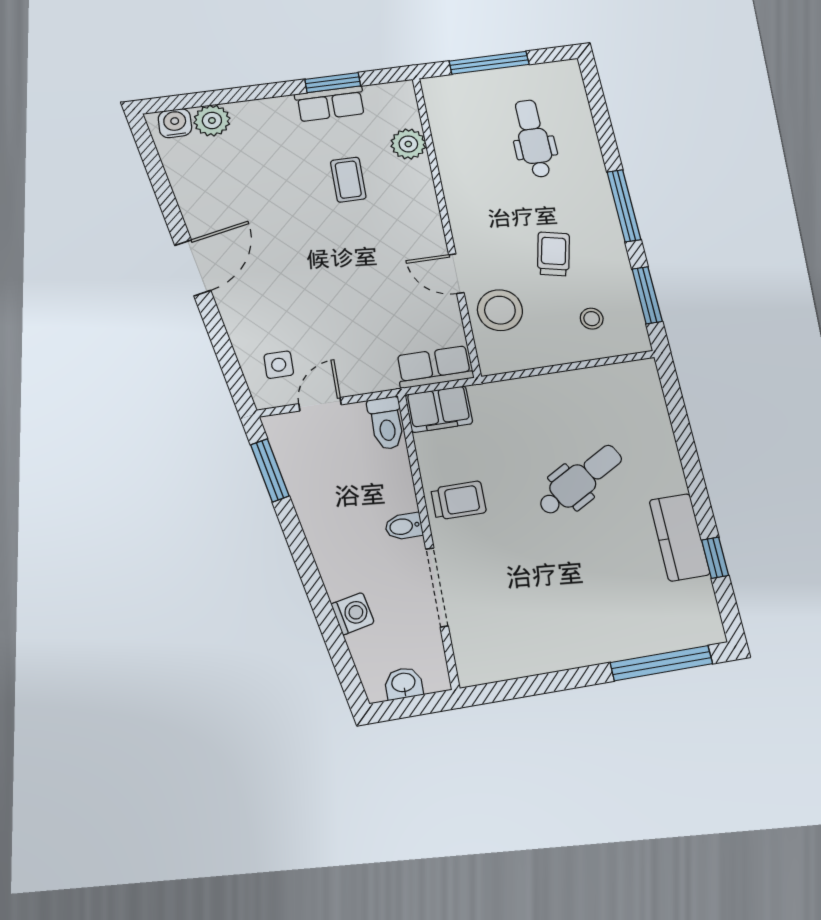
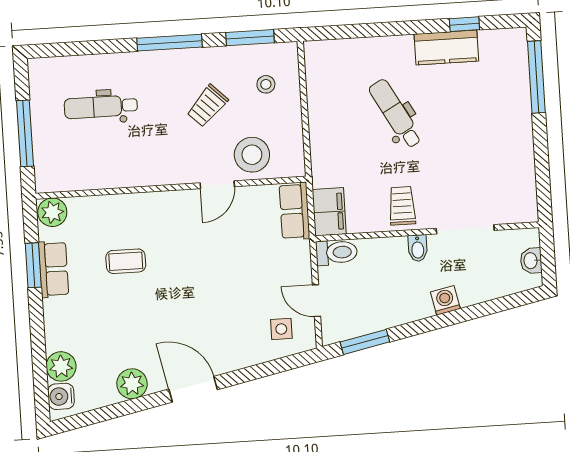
plant: (408, 144) -> (52, 212), moved
plant: (195, 198) -> (132, 384), added
trolley: (553, 254) -> (207, 106), turned -59
washing machine: (353, 614) -> (445, 300), moved

